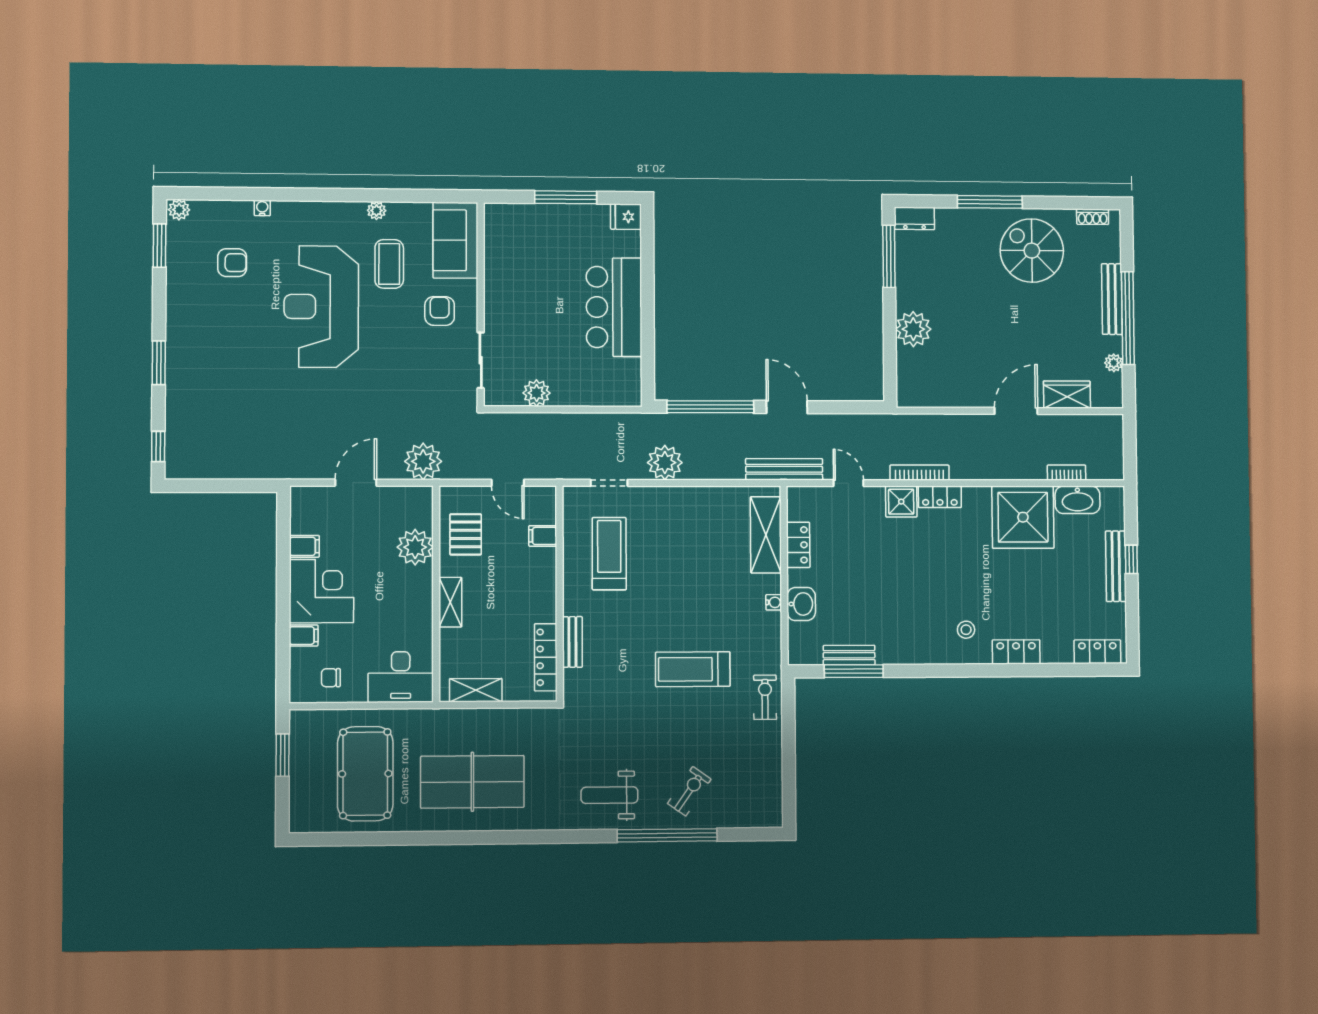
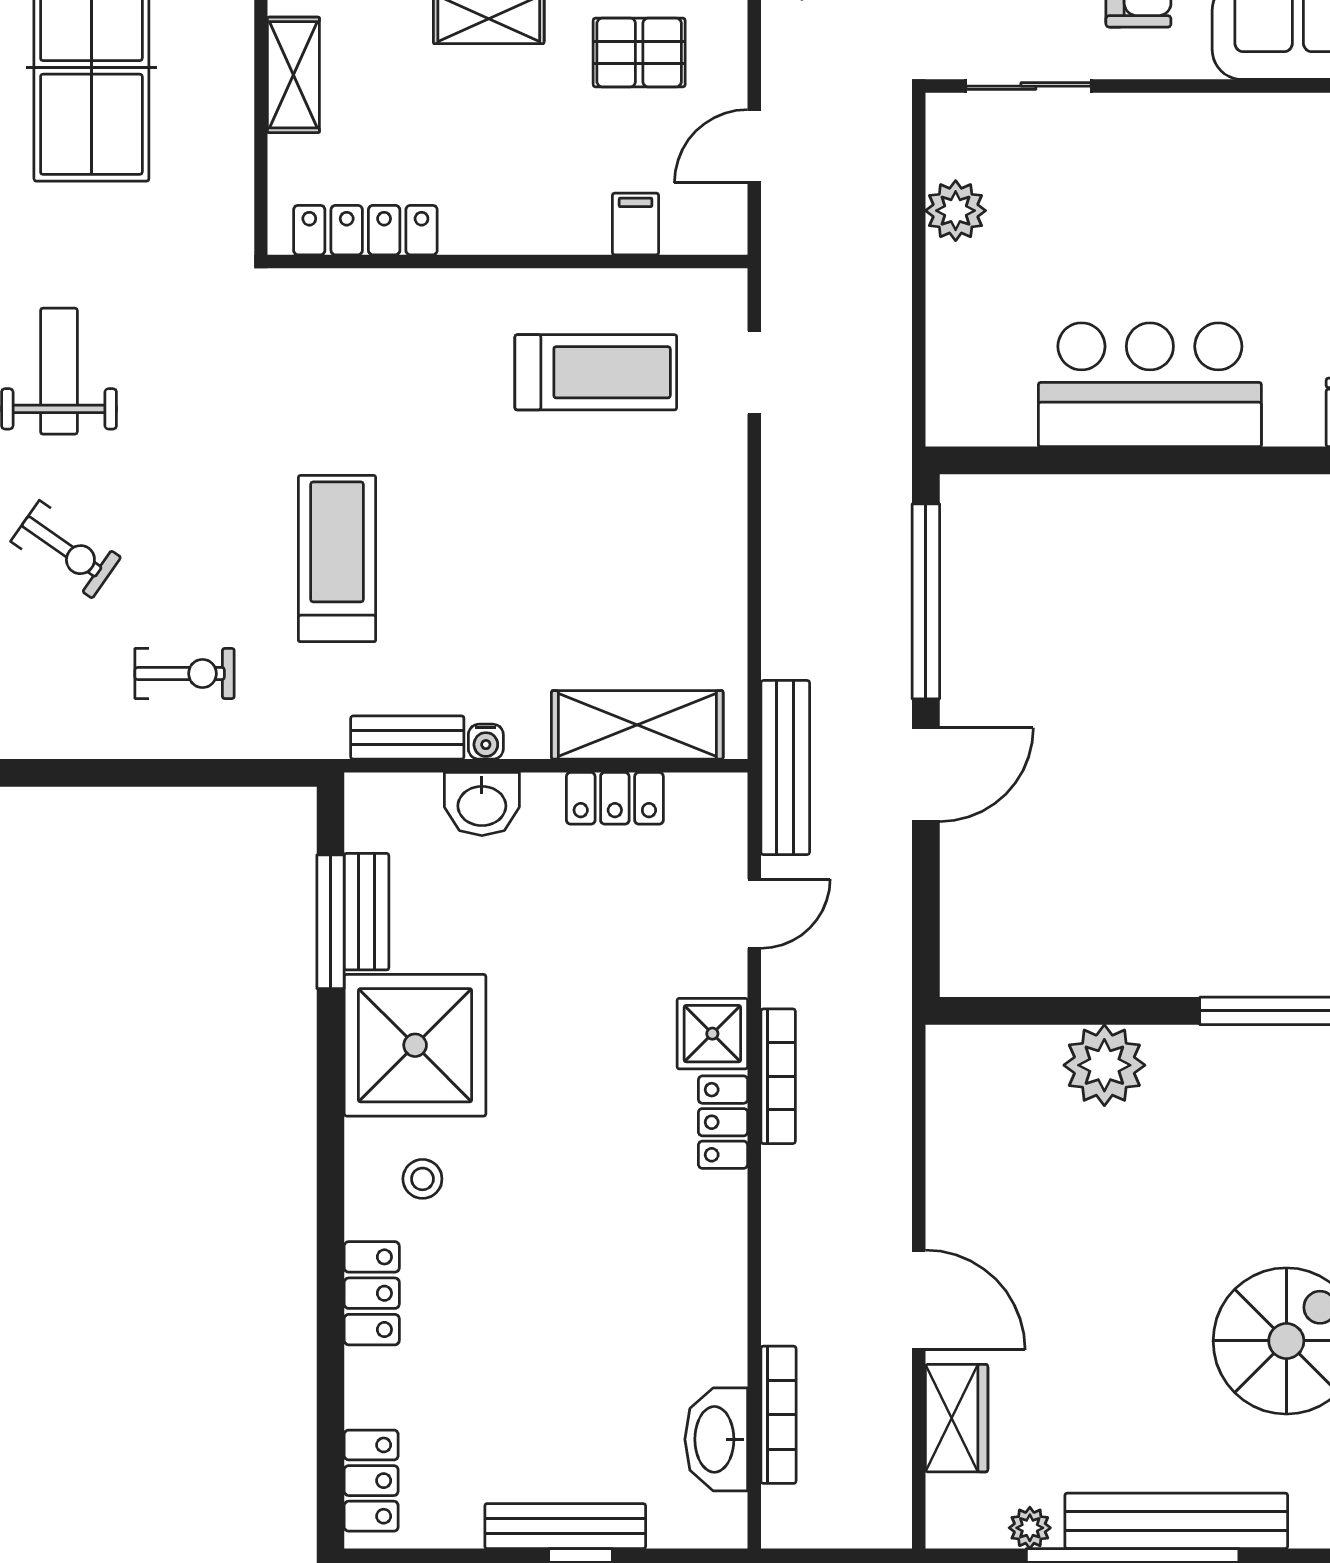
bench: (1112, 299) -> (1176, 1521), width x1.37, depth x1.21
plant: (665, 463) -> (800, 498), removed
bookcase: (1067, 473) -> (778, 1415), width x1.56
shower: (1023, 517) -> (415, 1045), moved
bench: (572, 642) -> (407, 738), moved
exercise bike: (765, 697) -> (185, 674), moved

